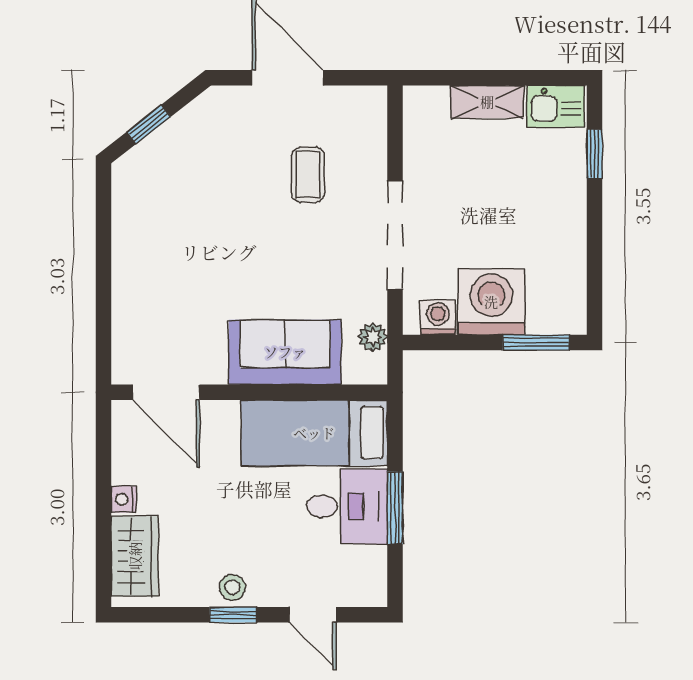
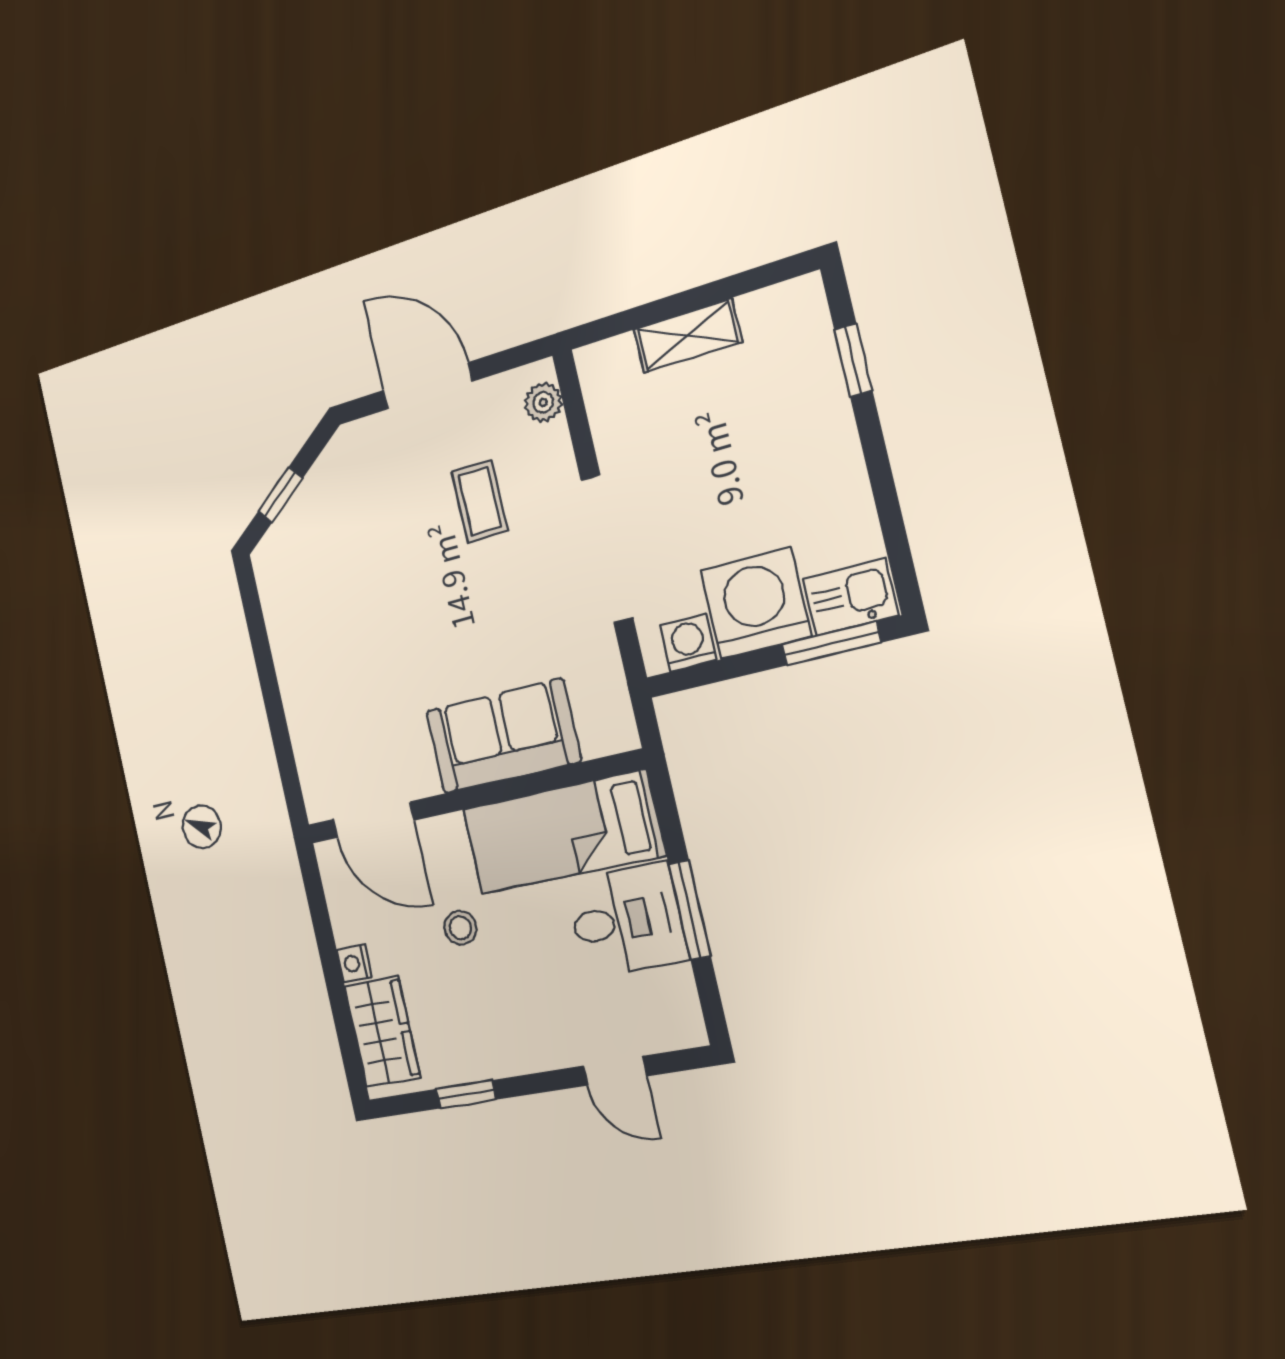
kitchen sink: (556, 106) -> (851, 597), moved, turned 180
plant: (373, 337) -> (543, 402), moved
stool: (232, 587) -> (460, 928), moved
window: (233, 615) -> (466, 1094), moved

